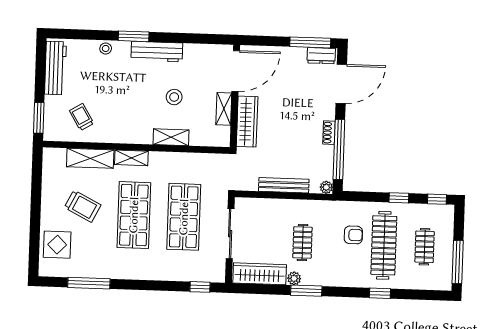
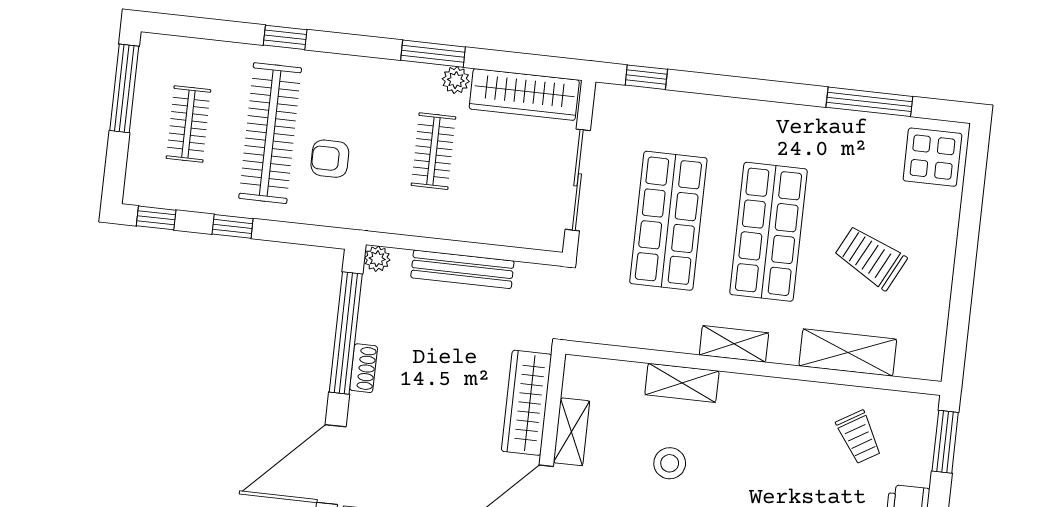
shelving: (131, 158) -> (734, 344), moved
display table: (57, 245) -> (932, 157), moved

